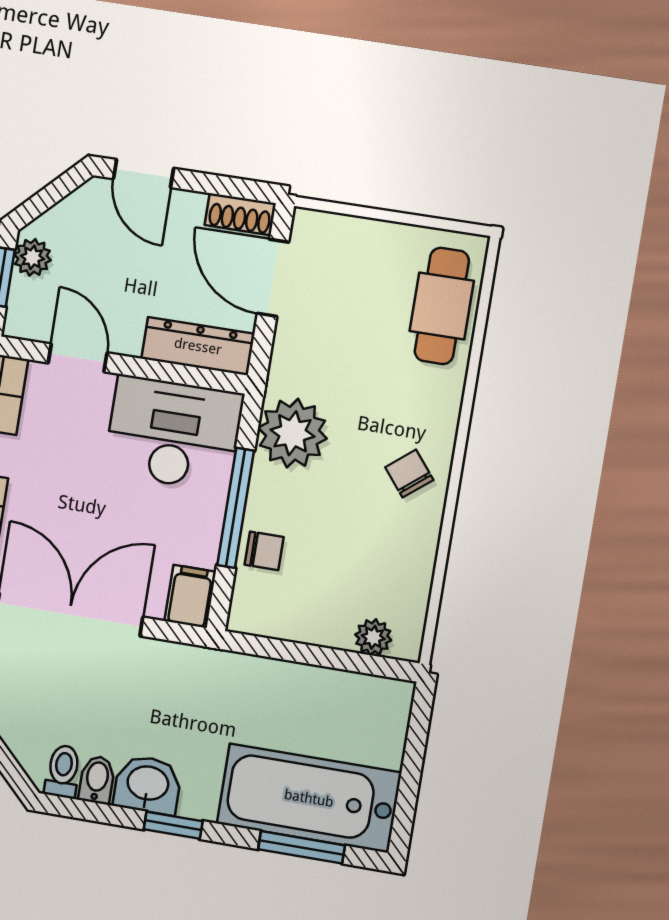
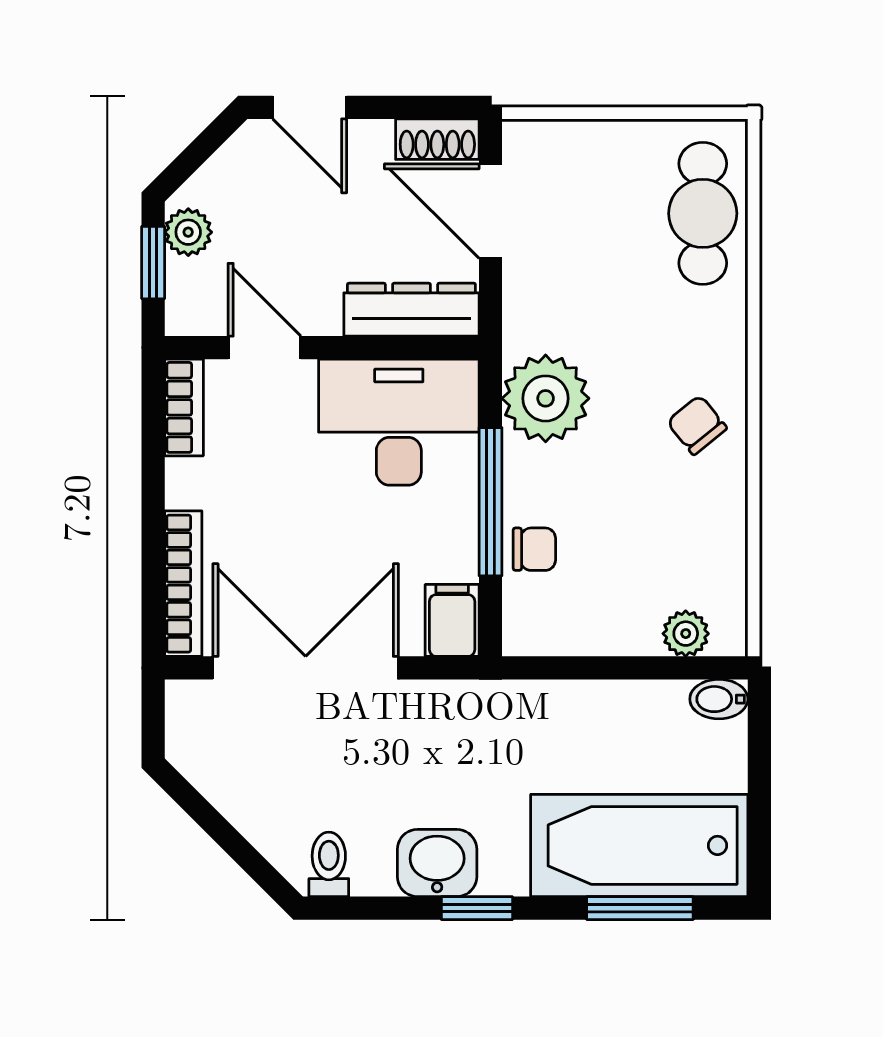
bidet: (97, 780) -> (719, 699), moved, turned -90

